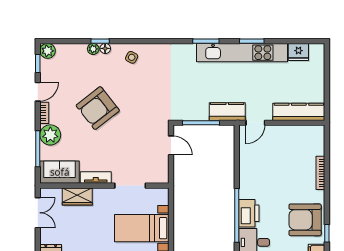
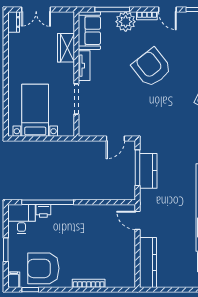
kitchen counter: (227, 112) -> (148, 171), moved
double door: (38, 213) -> (36, 10), moved
printer: (249, 213) -> (43, 211), width x0.53, depth x0.68
armchair: (305, 220) -> (43, 268), turned -90

